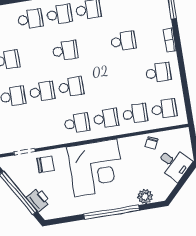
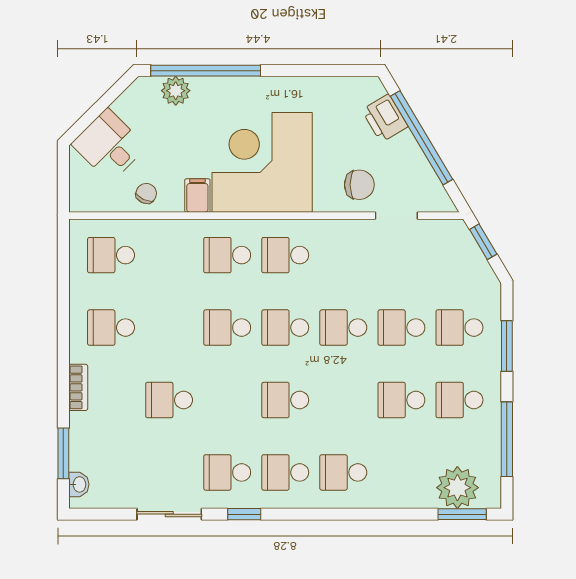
school desk: (135, 114) -> (227, 328), moved
filing cabinet: (126, 146) -> (197, 195), added
chair: (45, 164) -> (359, 185), turned 180
window: (111, 212) -> (206, 71), moved

